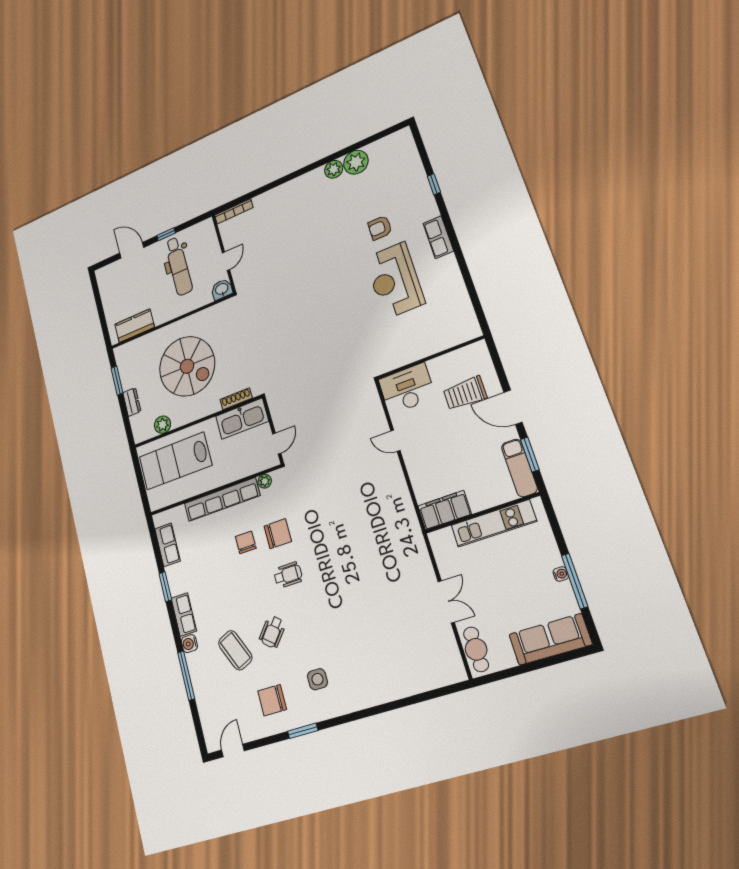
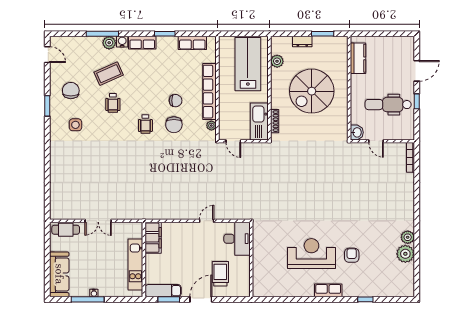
wheelchair: (272, 632) -> (113, 103), turned -130
plant: (195, 662) -> (109, 43), added

